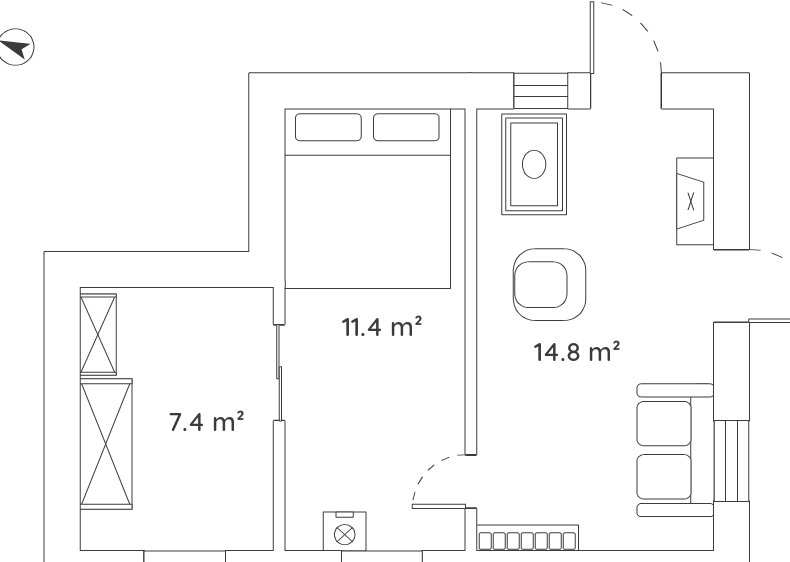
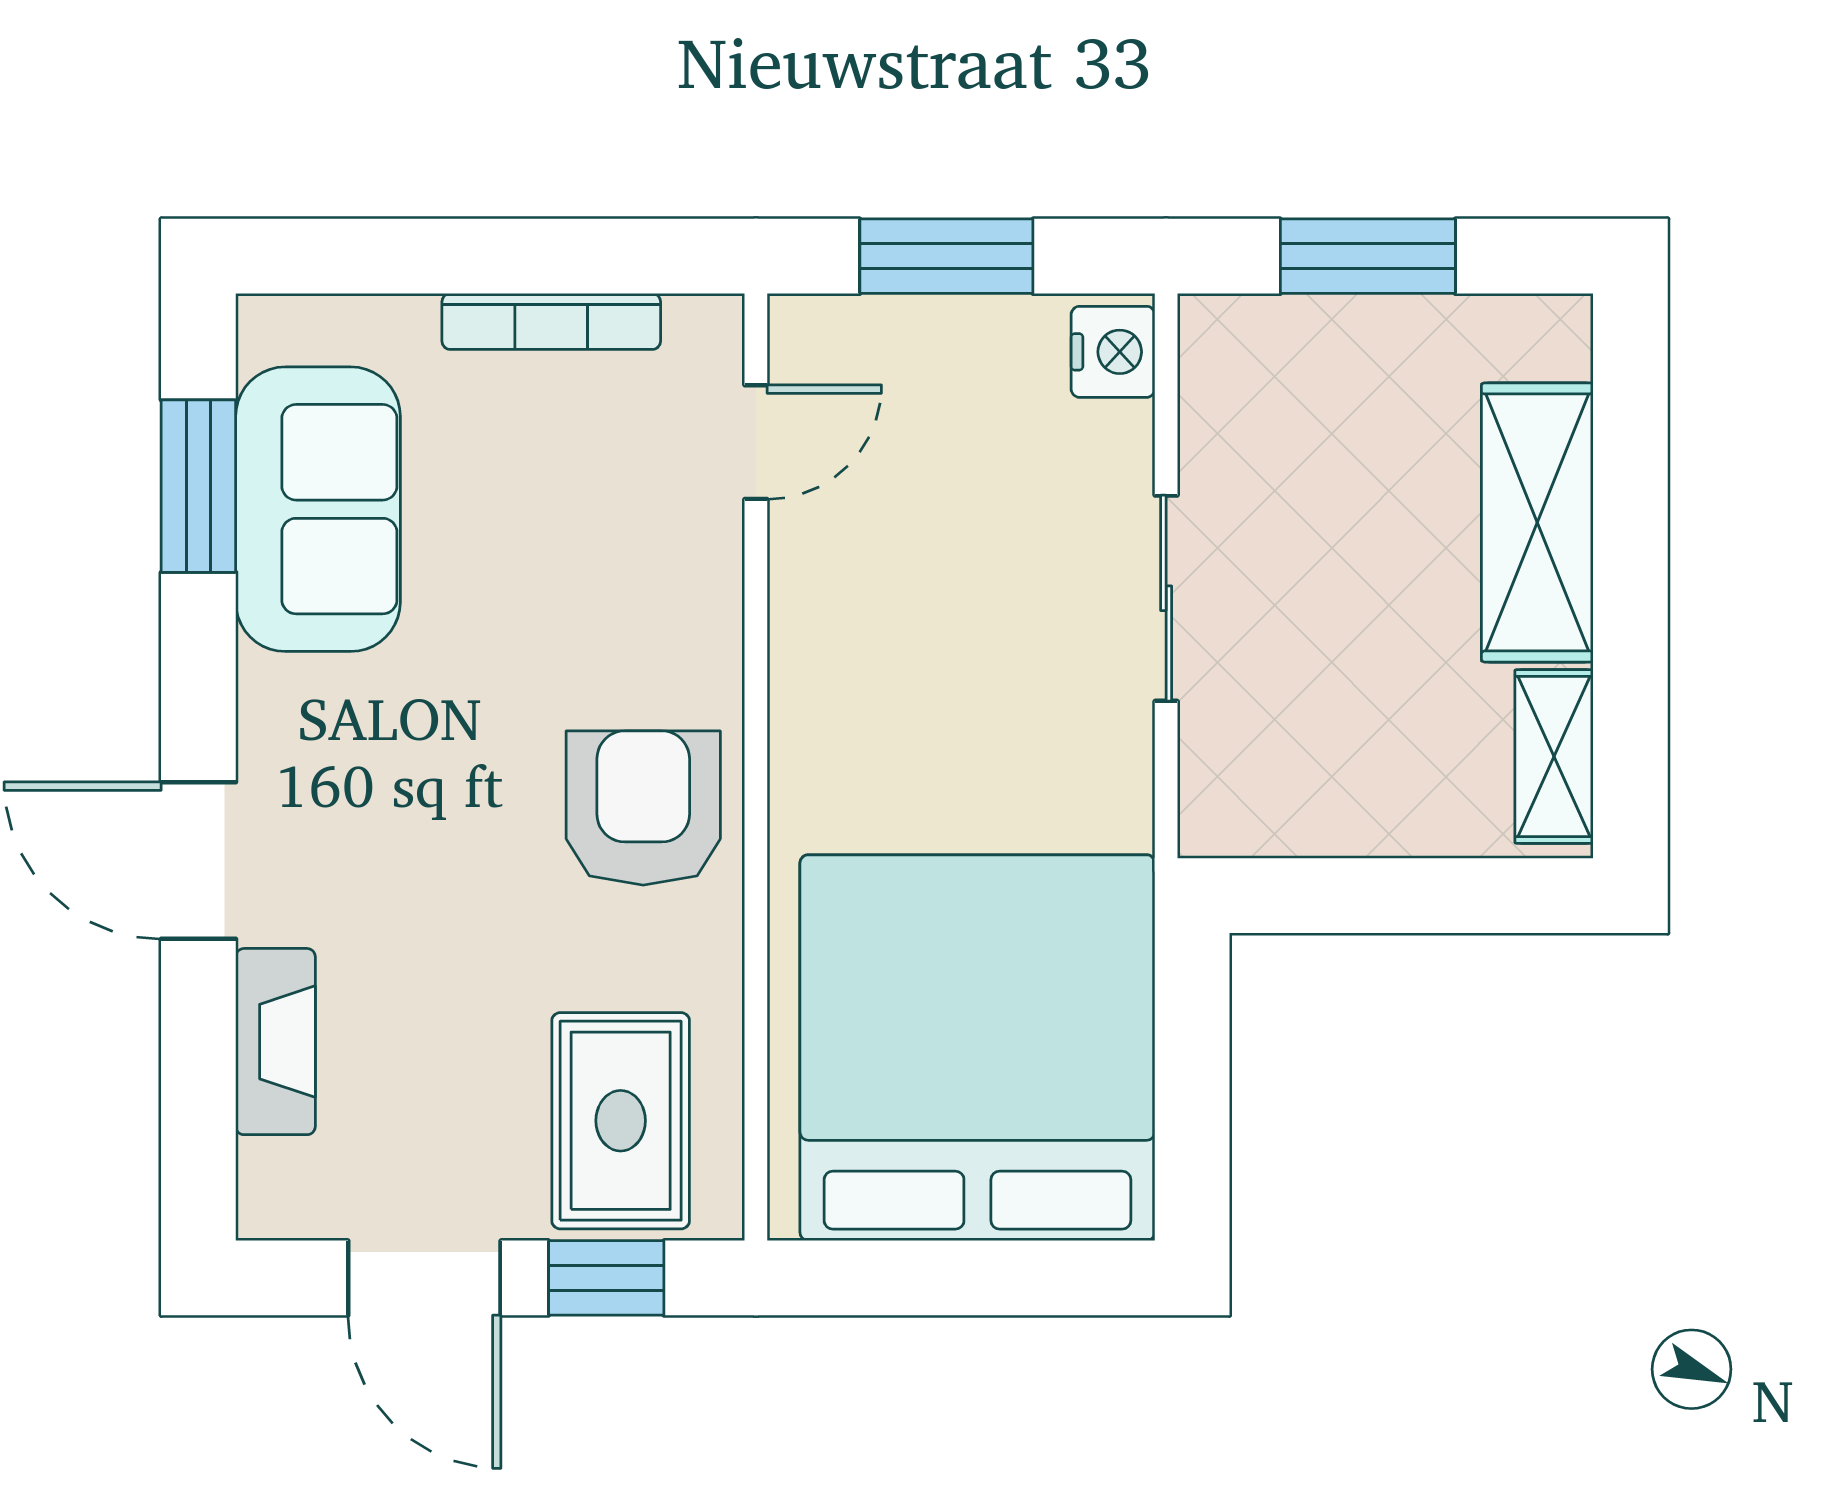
armchair: (550, 285) -> (643, 808), moved, turned -90
sliding door: (279, 373) -> (1166, 598), moved
nightstand: (345, 531) -> (1113, 352), moved, turned 90
bookcase: (527, 538) -> (551, 321), moved

